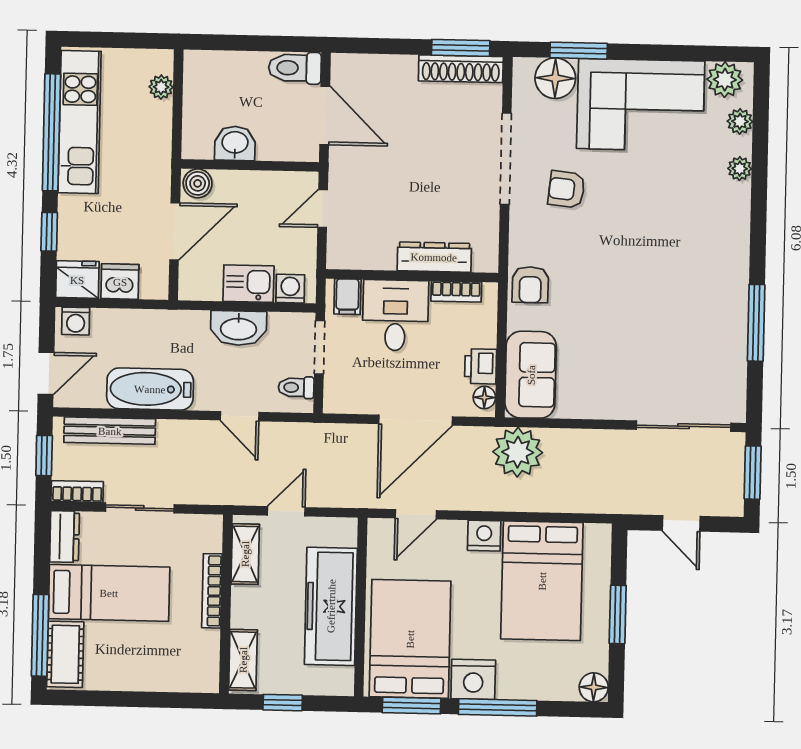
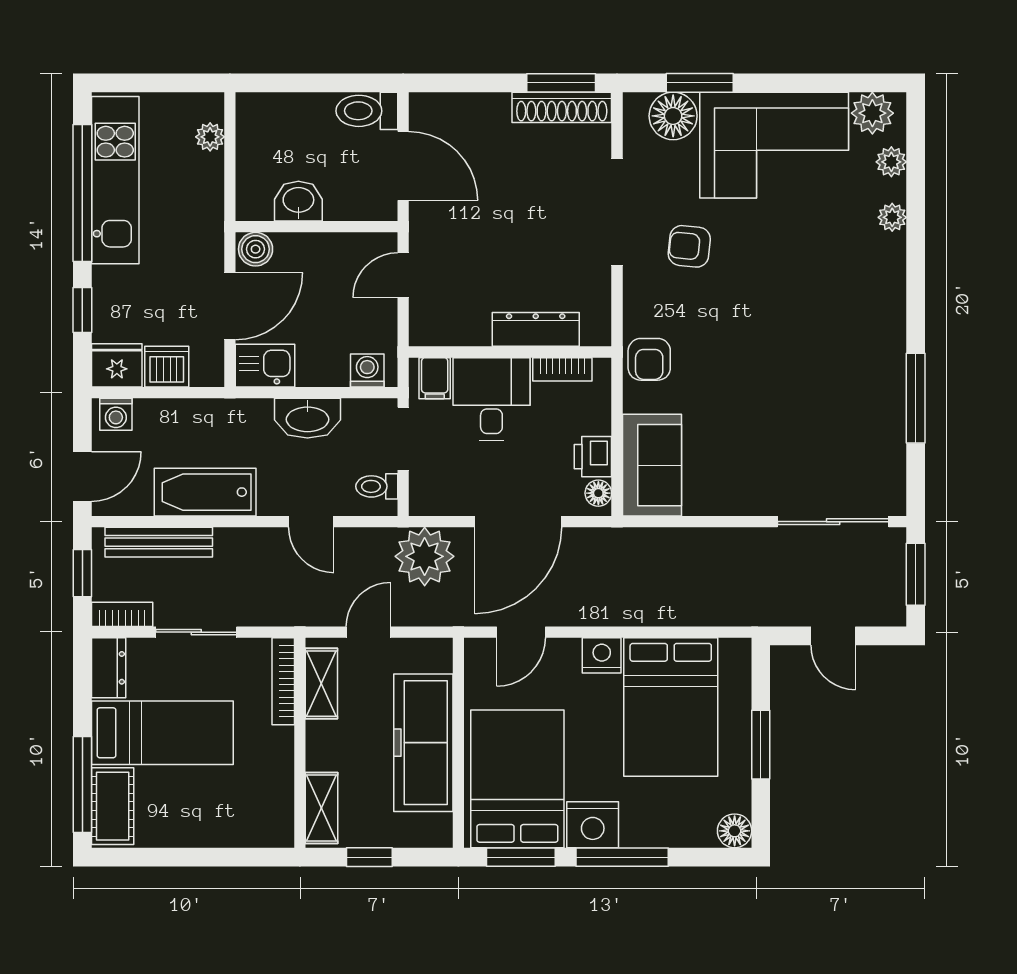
kitchen sink: (249, 284) -> (265, 366), moved
plant: (518, 452) -> (425, 556), moved
bookcase: (212, 591) -> (283, 681), moved

